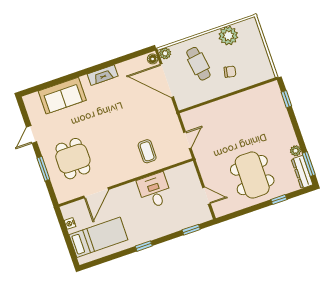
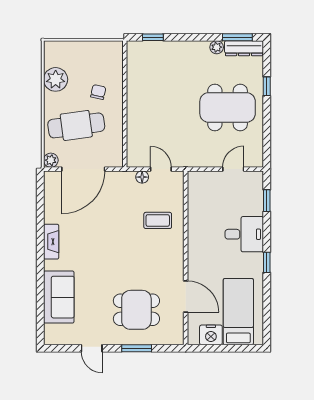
floor lamp: (153, 59) -> (142, 177), moved
cafe table: (198, 64) -> (76, 125), width x1.37, depth x1.35
desk: (154, 191) -> (244, 234), moved, turned 180
nightstand: (70, 223) -> (211, 335), width x1.89, depth x1.79

